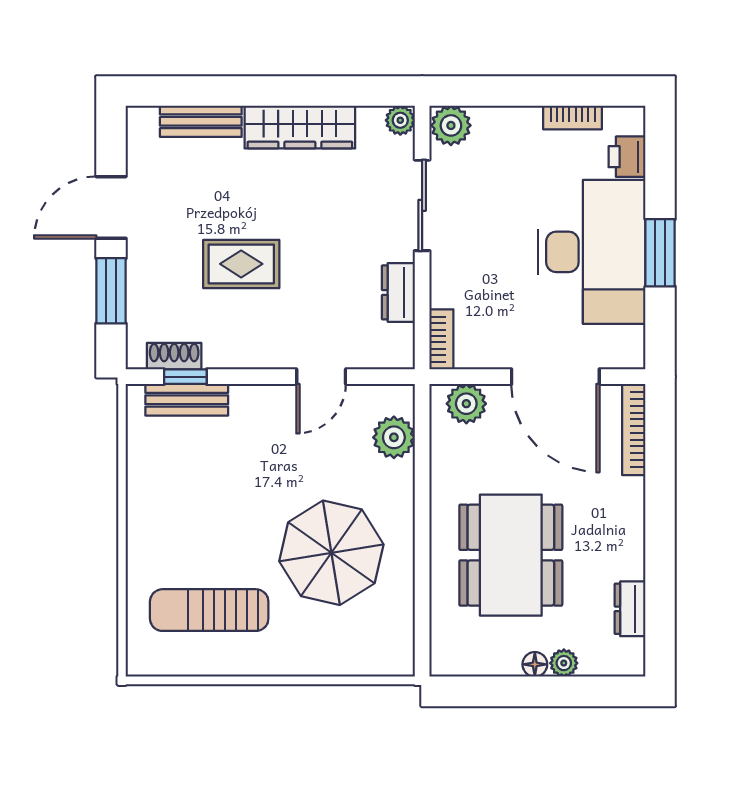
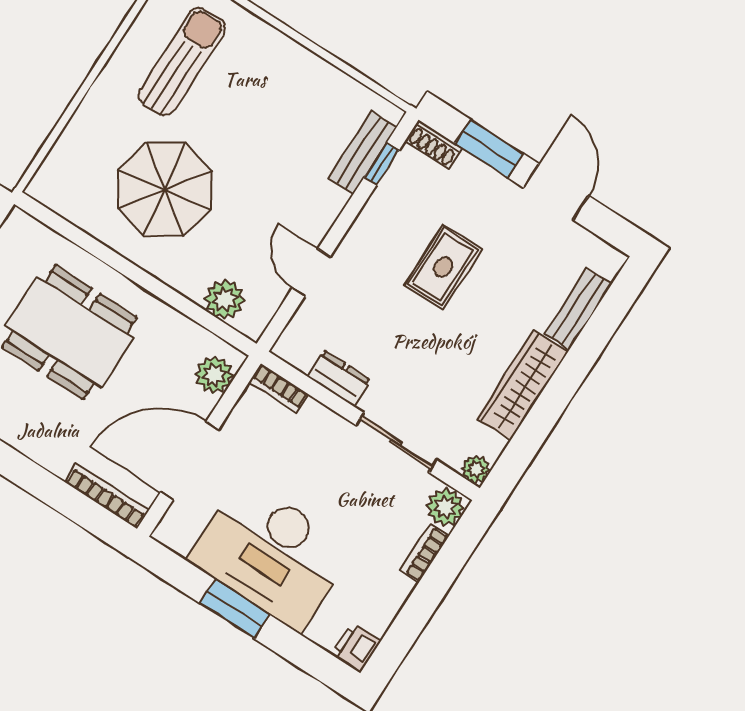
bookcase: (573, 117) -> (425, 553), moved
printer: (627, 157) -> (356, 648), moved, turned -90
shoe rack: (174, 356) -> (434, 144), moved, turned 90

